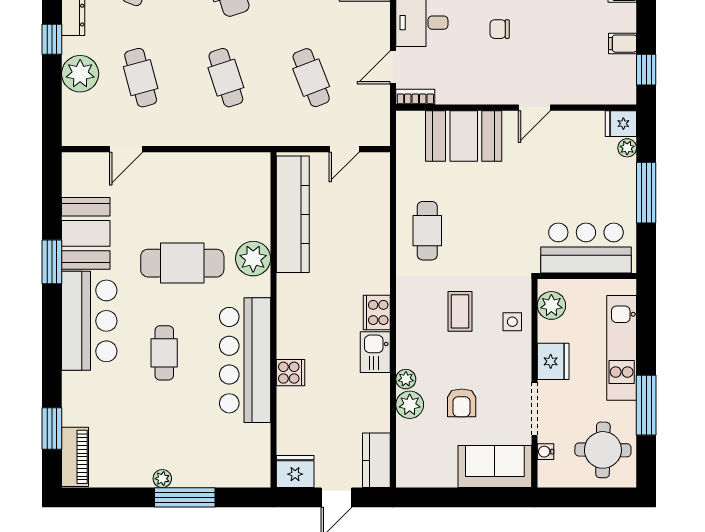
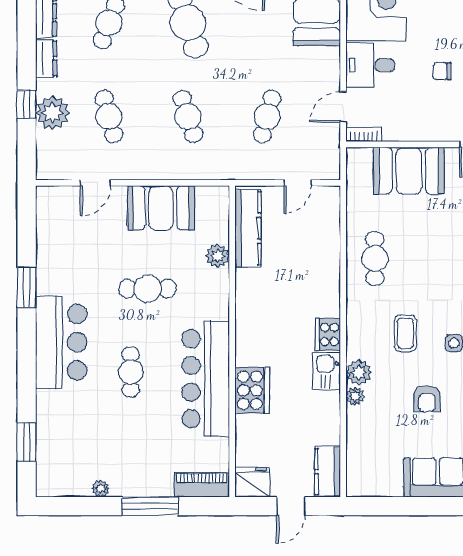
window: (52, 39) -> (27, 104), moved
cafe table: (311, 78) -> (267, 116), turned 36
kitchen counter: (293, 214) -> (248, 228), width x0.72, depth x0.86
booth: (86, 233) -> (161, 208), moved, turned 90
plant: (253, 259) -> (218, 256), moved, width x0.73, depth x0.73
cafe table: (182, 263) -> (148, 289), width x0.73, depth x0.74
cooker: (290, 373) -> (252, 390), width x1.87, depth x1.31
armchair: (462, 403) -> (427, 399), moved
plant: (410, 405) -> (359, 372), moved
piano: (75, 457) -> (202, 485), moved, turned -90
plant: (162, 479) -> (101, 489), moved

